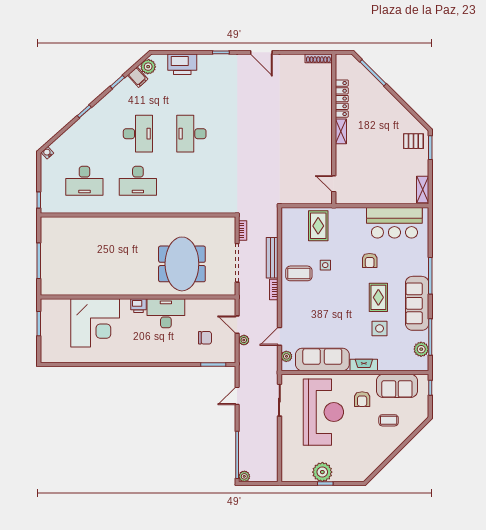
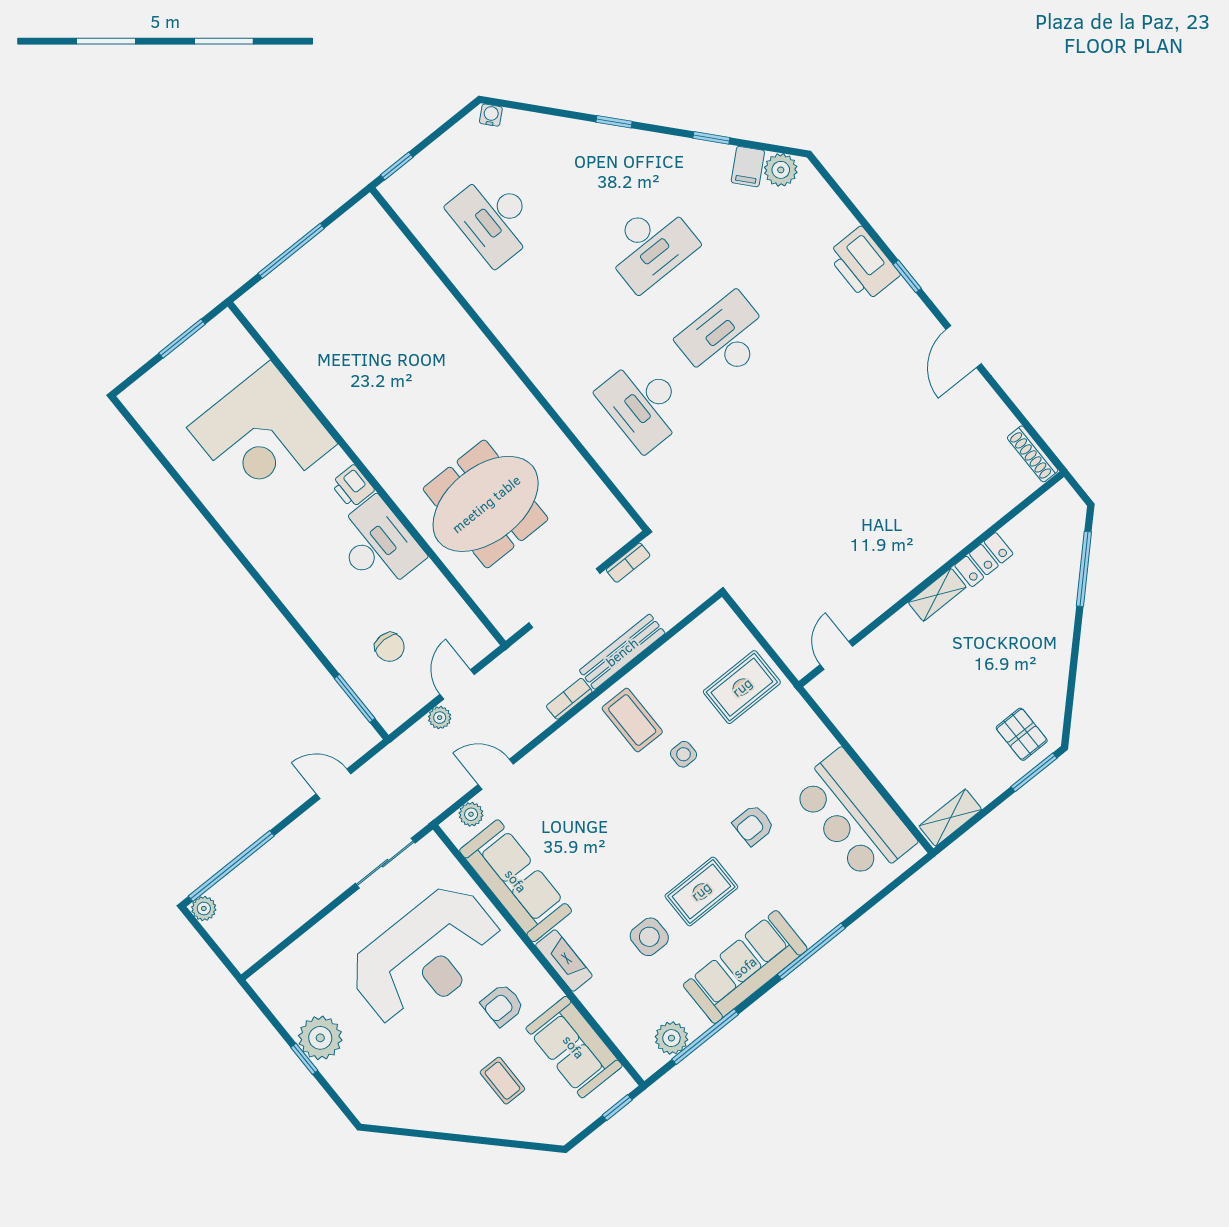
printer: (182, 64) -> (863, 264), moved
locker: (342, 99) -> (984, 560), width x0.66
desk: (138, 181) -> (643, 404), moved

